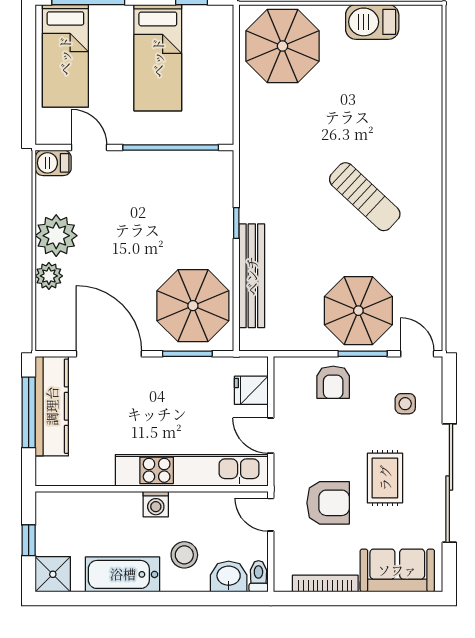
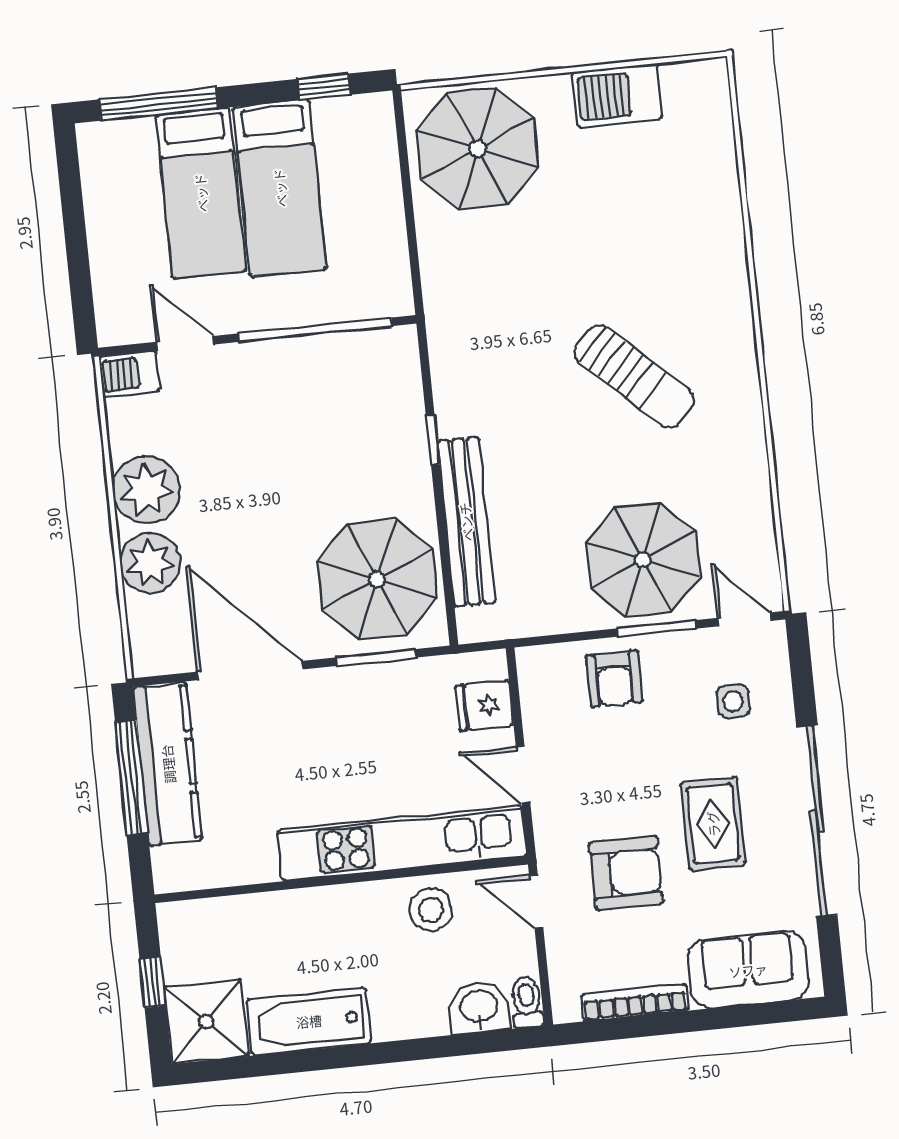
bed: (65, 56) -> (201, 193), moved
plant: (49, 276) -> (150, 563), width x1.36, depth x1.36
washing machine: (156, 504) -> (350, 903), removed
stool: (184, 555) -> (431, 910), moved
shower: (53, 574) -> (206, 1022), width x1.36, depth x1.36

